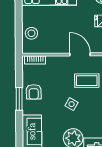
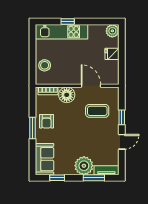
floor lamp: (55, 64) -> (67, 95), added
side table: (72, 104) -> (83, 133), removed

